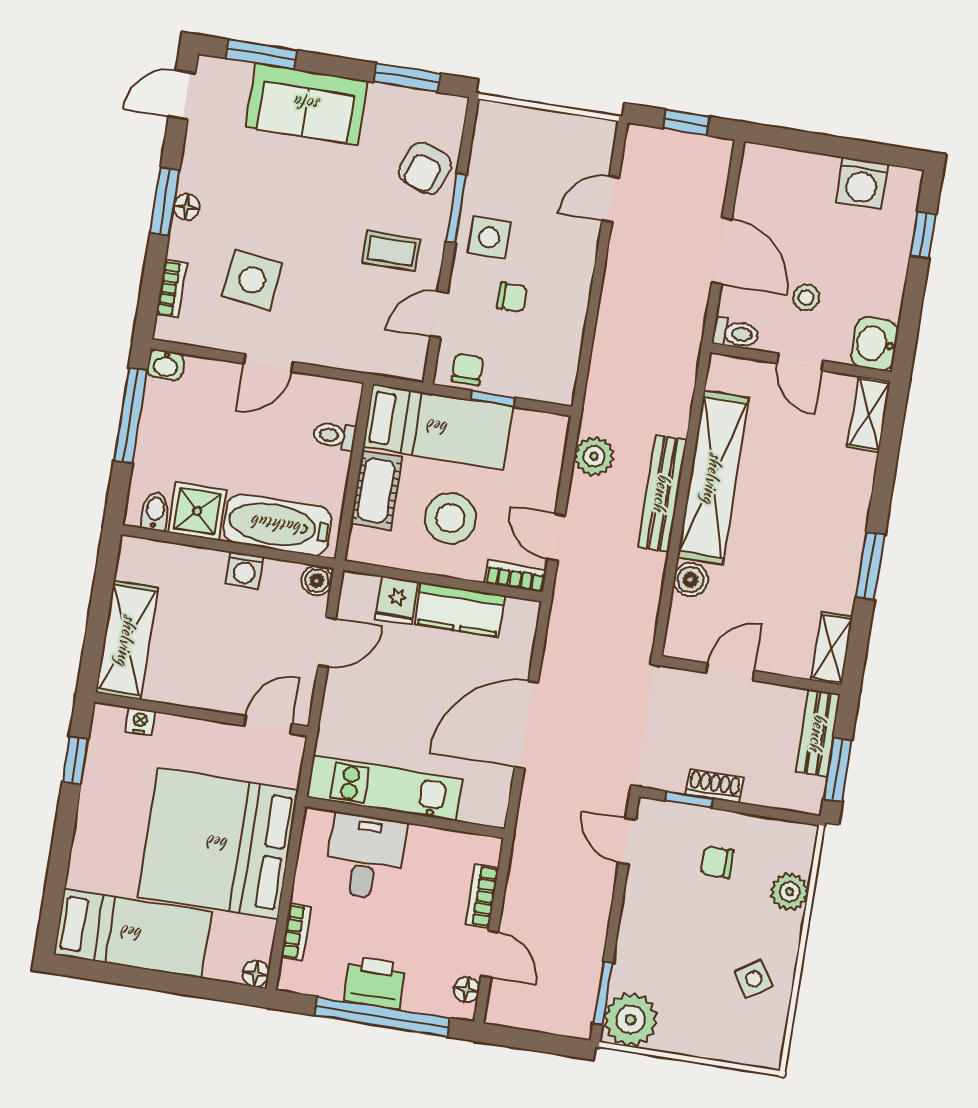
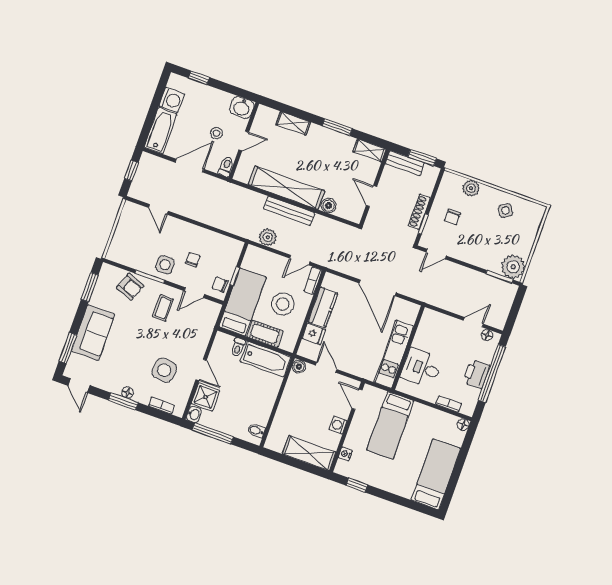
bathtub: (788, 171) -> (161, 131), added
door: (439, 315) -> (194, 293), hinge flipped
shelving: (869, 414) -> (293, 123), moved
shower: (197, 511) -> (205, 397), moved
bathtub: (277, 525) -> (266, 359), moved, turned -90
washing machine: (245, 570) -> (338, 425), moved, turned 180
shoe rack: (715, 786) -> (419, 212), width x1.43
bed: (218, 843) -> (390, 425), width x0.49
bookcase: (482, 896) -> (448, 321), removed

